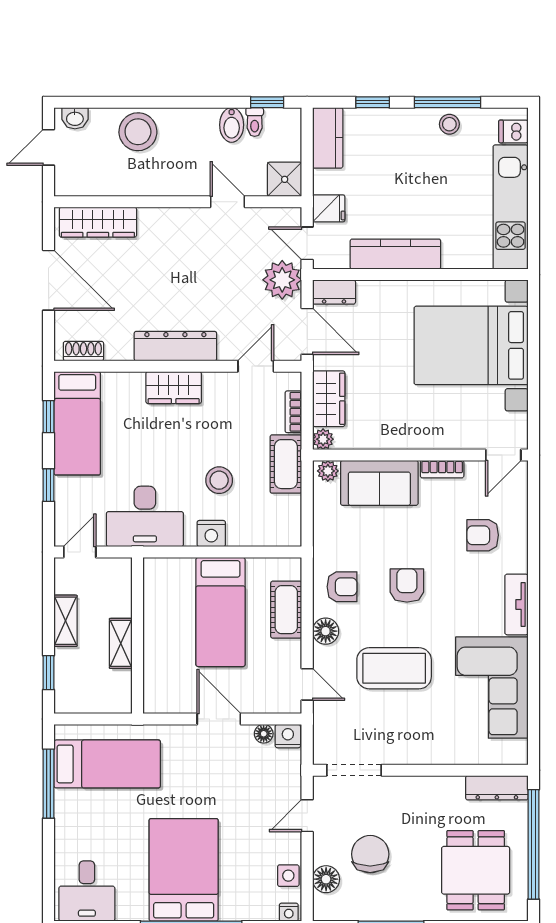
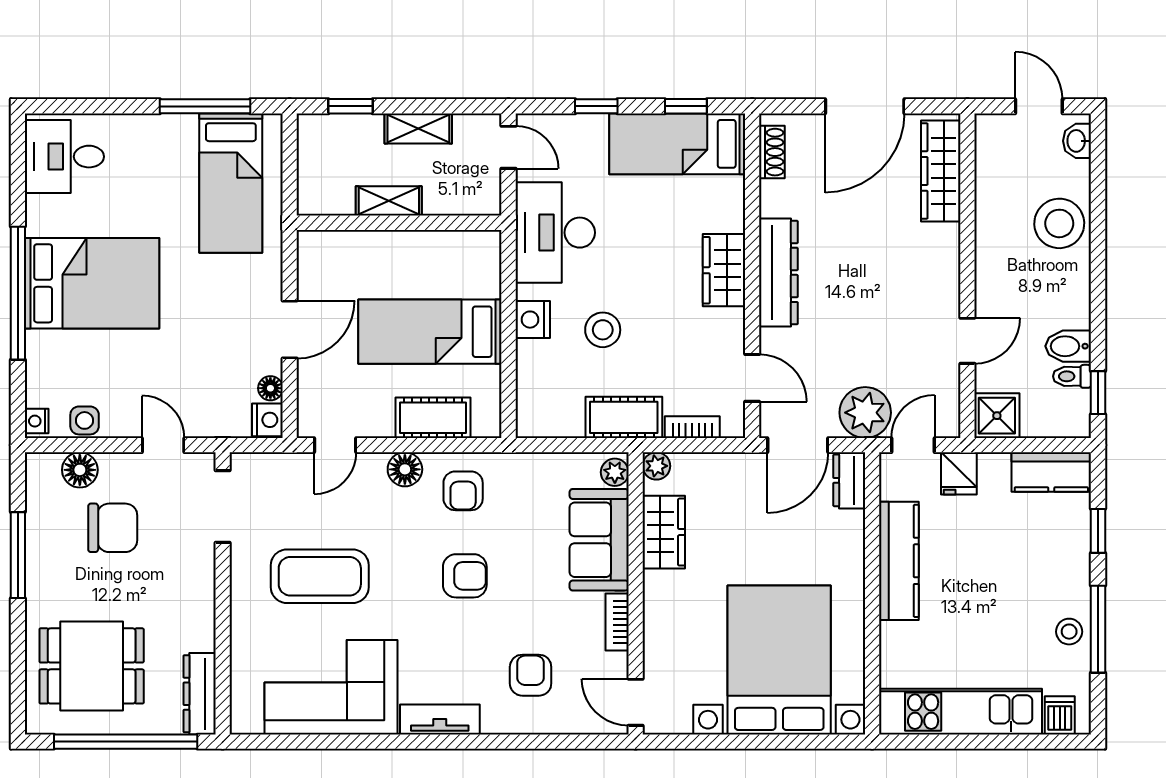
wardrobe: (329, 399) -> (664, 532), moved, turned -90
coffee table: (394, 668) -> (320, 576), moved, turned 90

